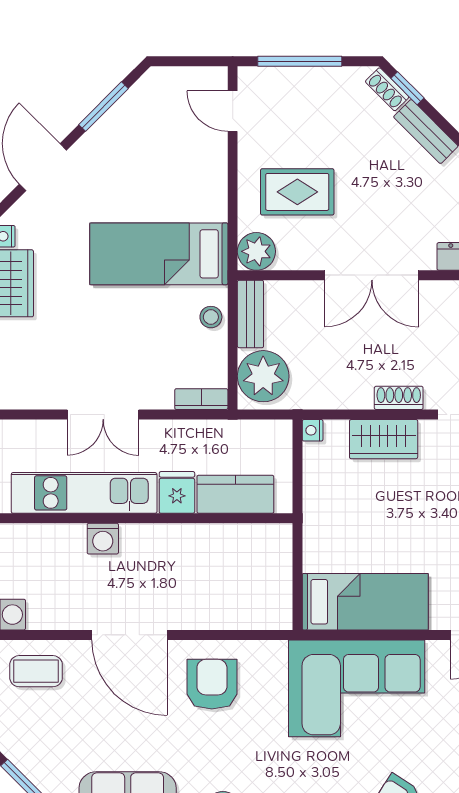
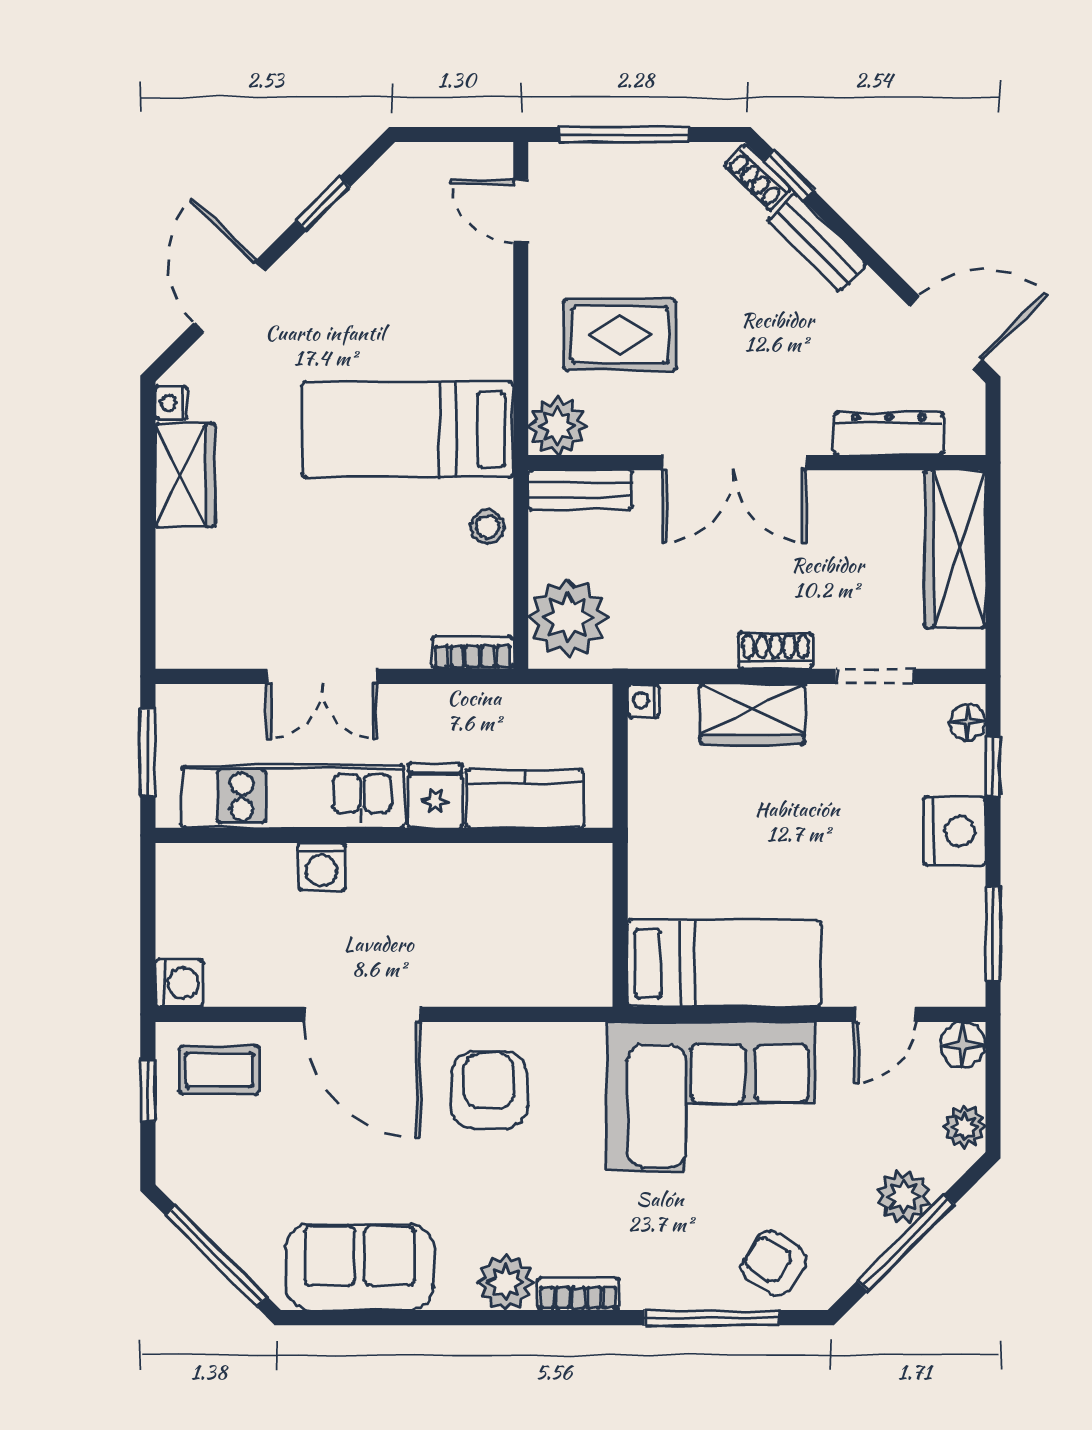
window: (104, 107) -> (323, 204), width x0.67
bench: (250, 314) -> (580, 490), moved, turned 90

